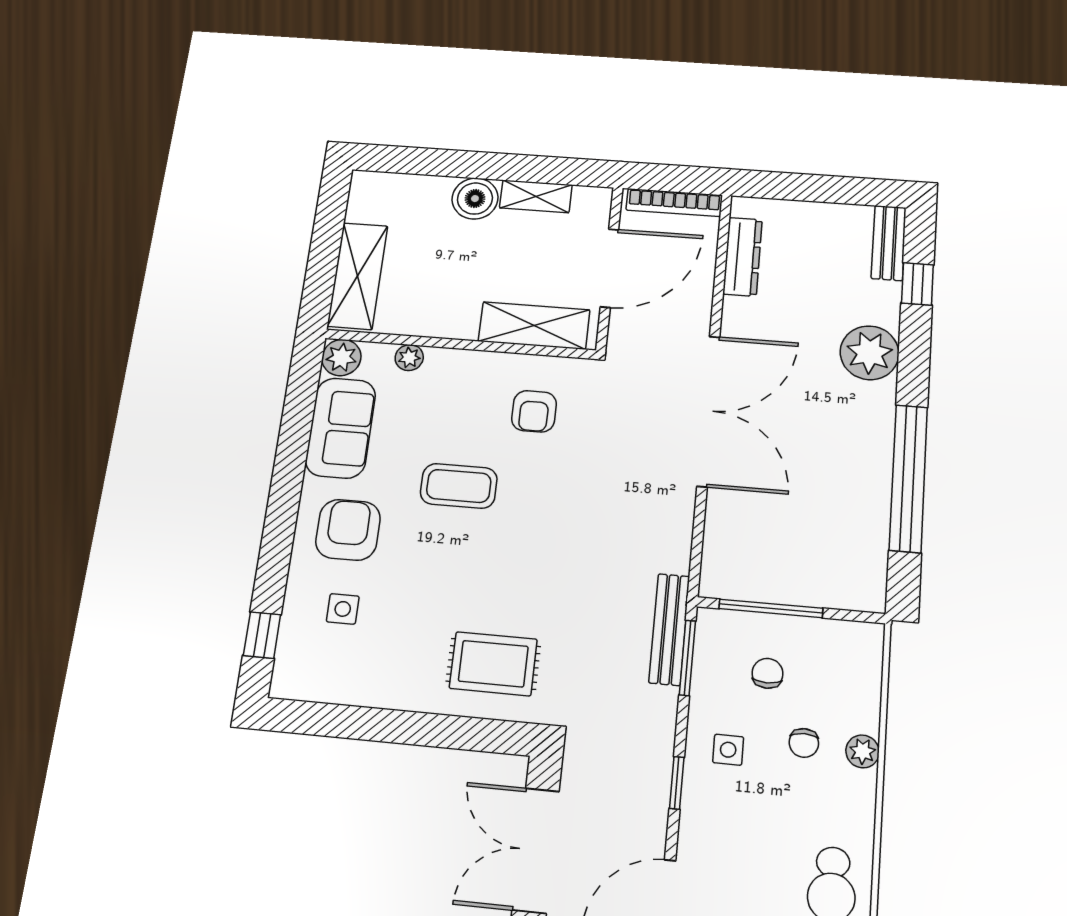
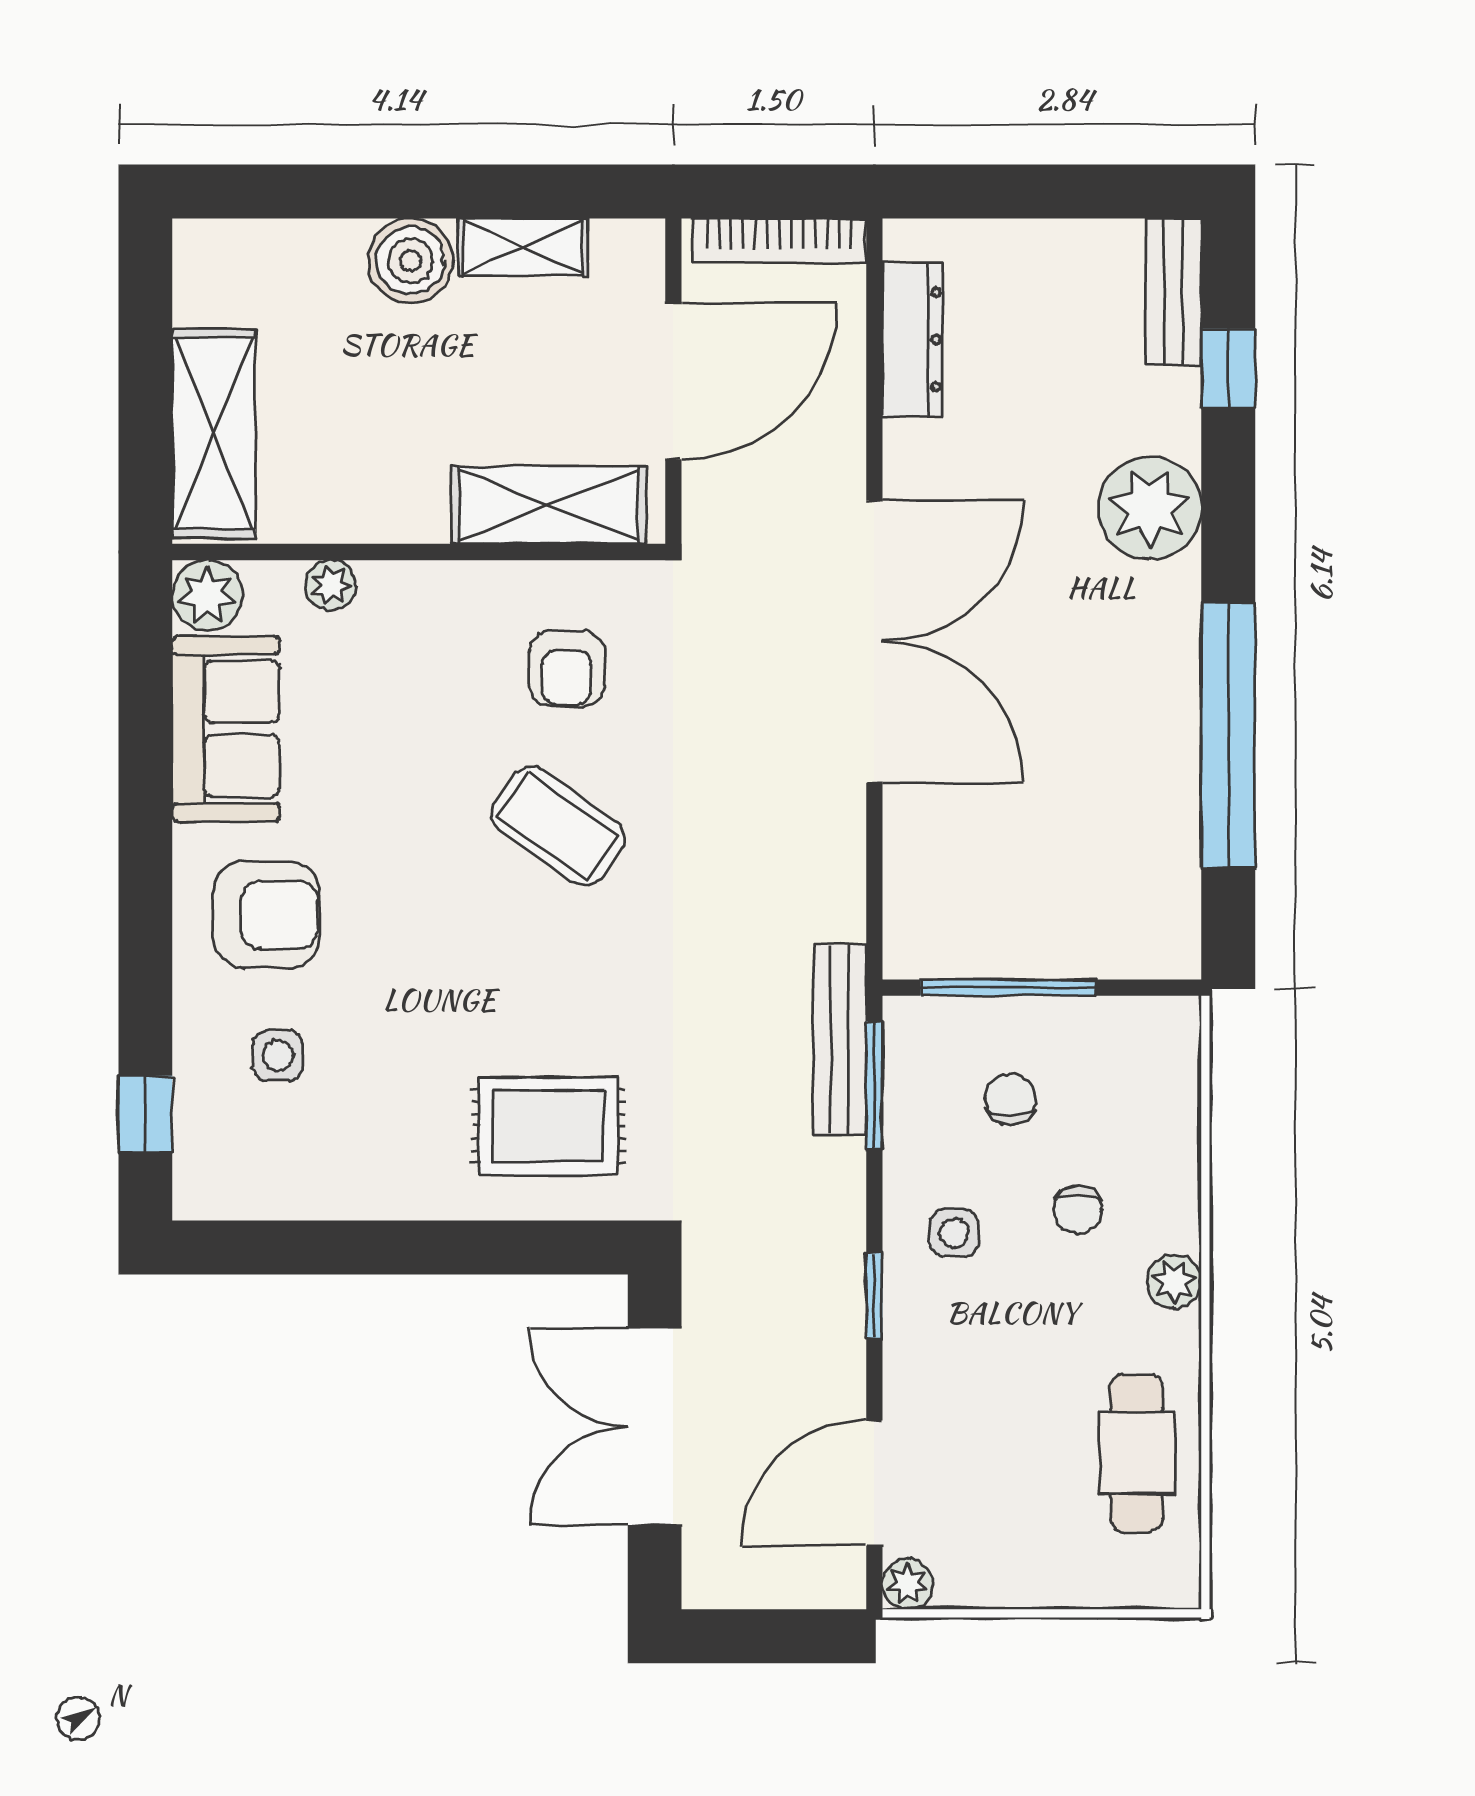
coffee table: (459, 486) -> (558, 826), moved, turned 35
armchair: (348, 530) -> (266, 915), turned 90
plant: (863, 751) -> (1174, 1282), moved

